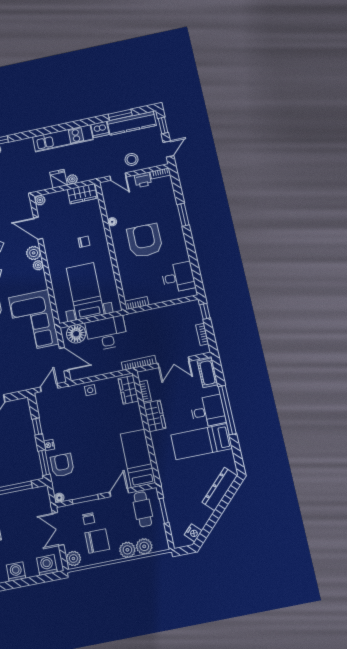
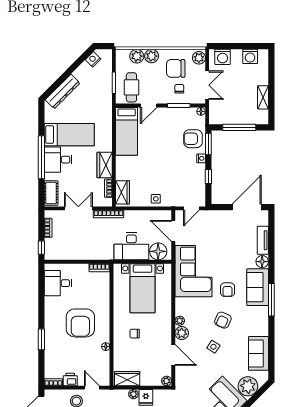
armchair: (62, 465) -> (193, 139), turned 90

